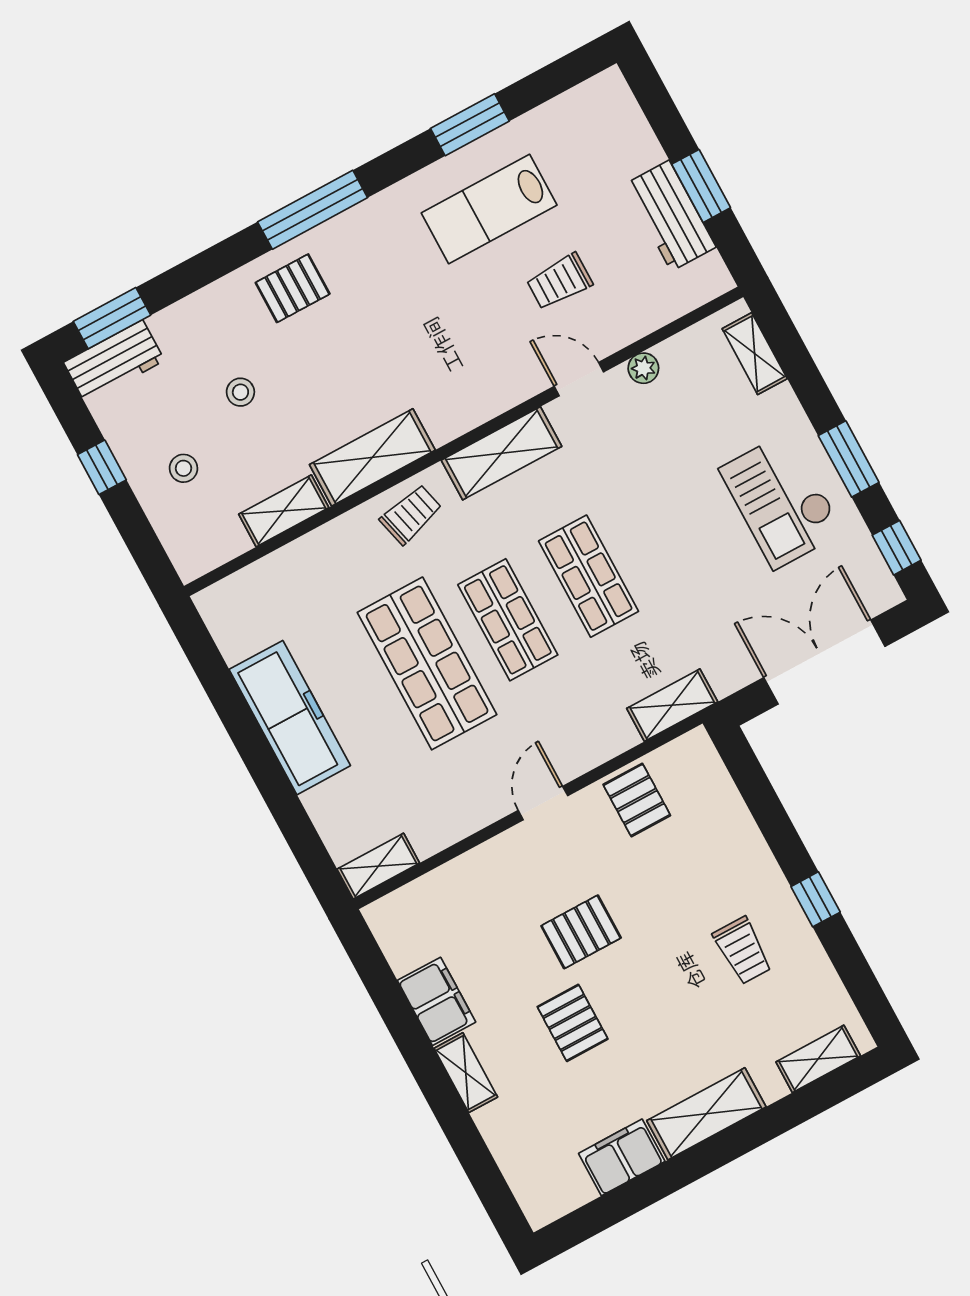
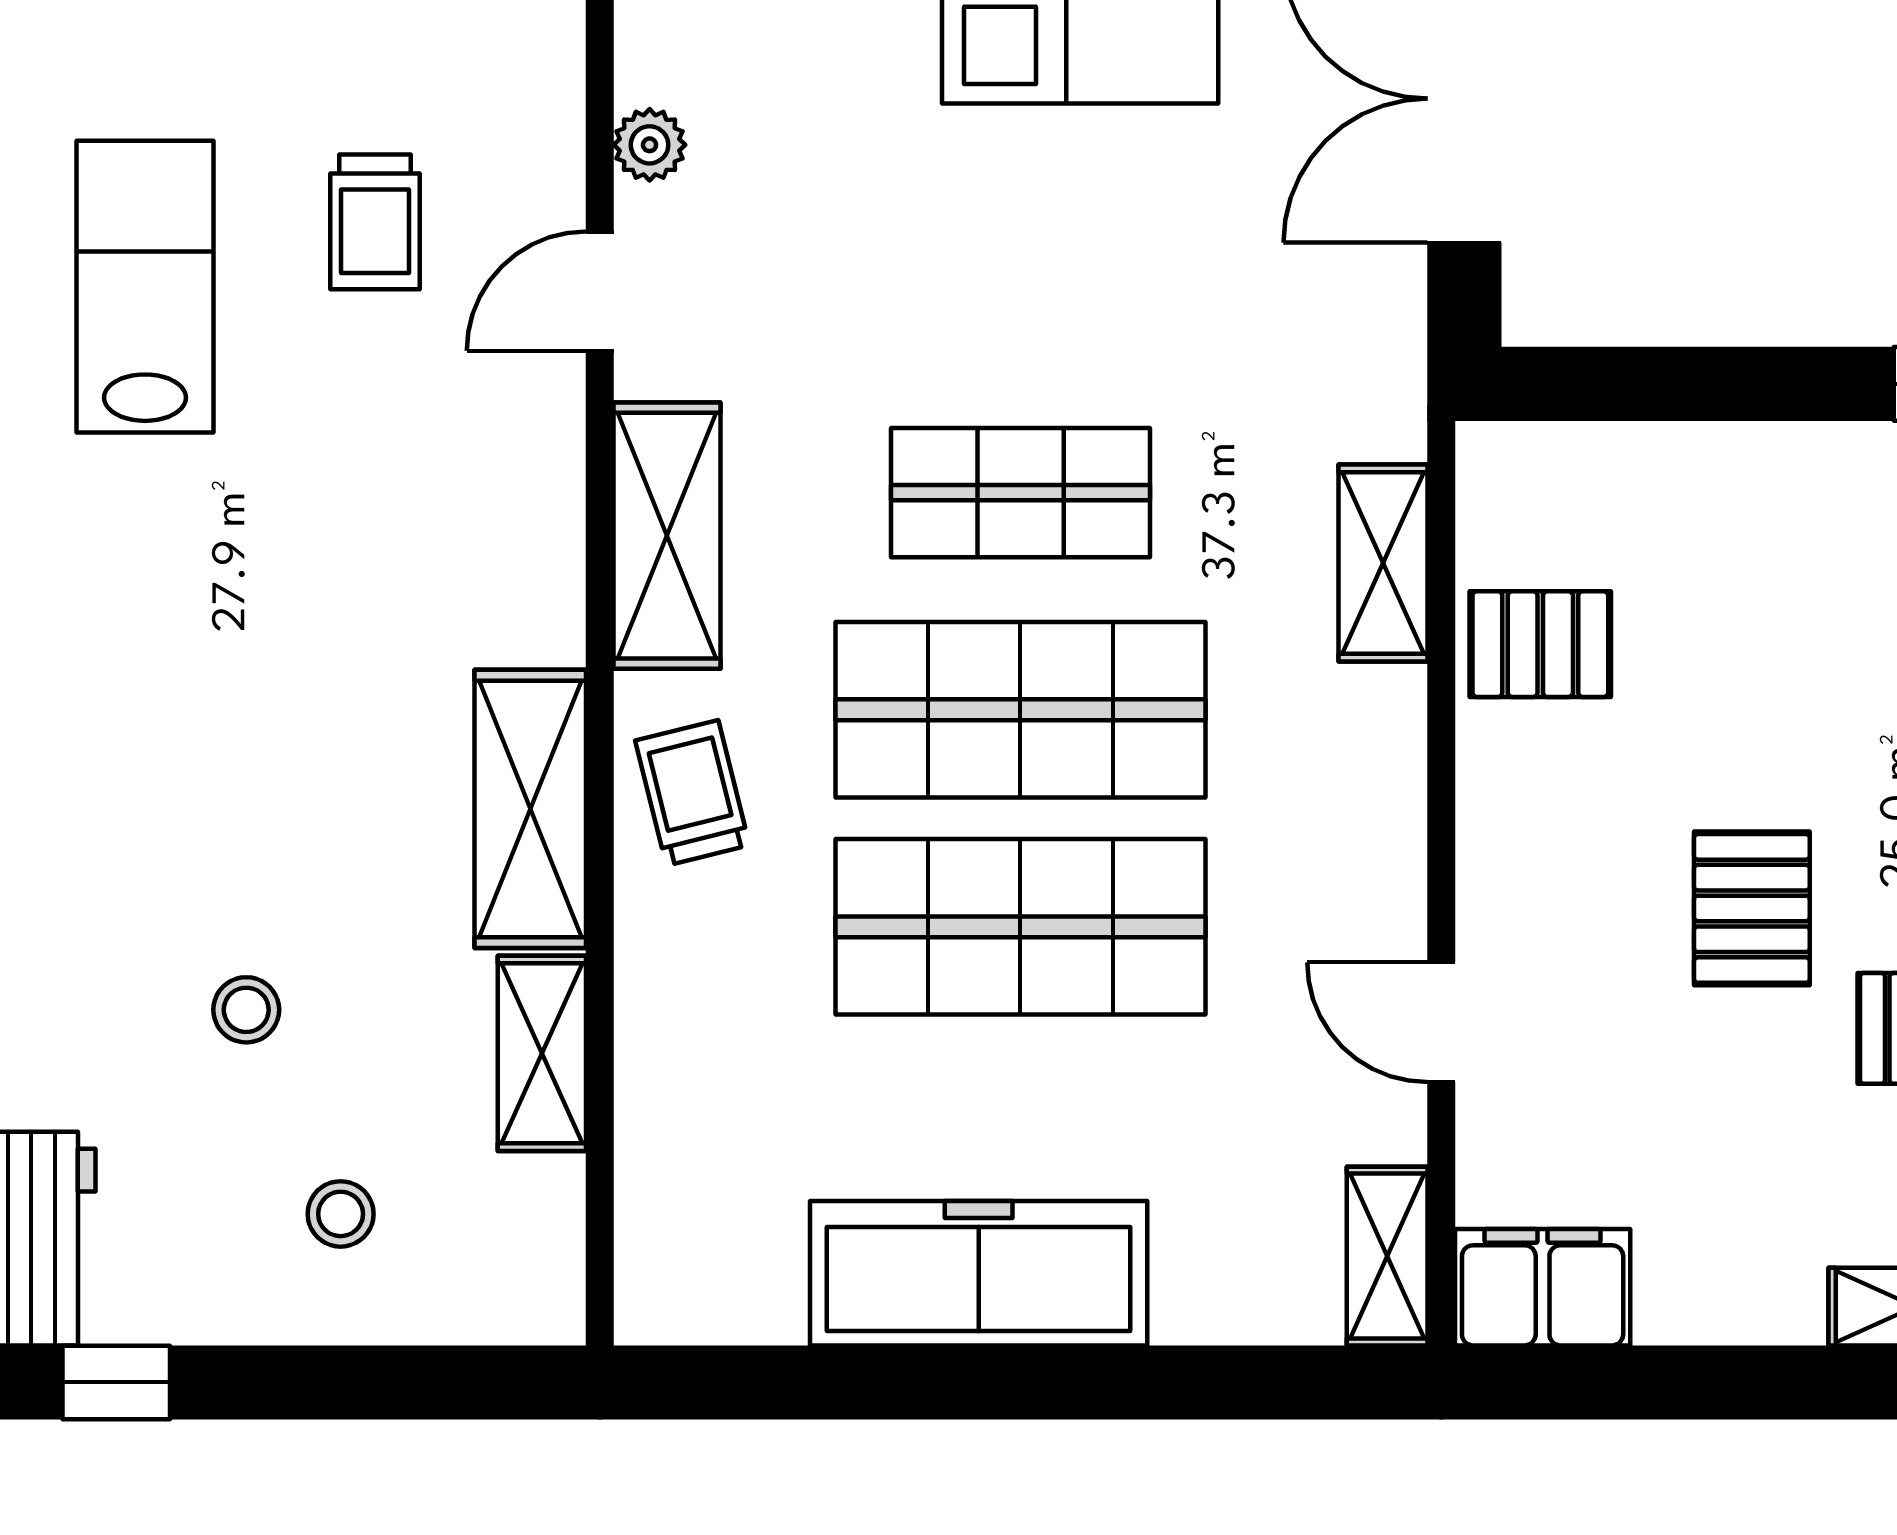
lab bench: (489, 209) -> (145, 287), turned 180
pallet: (293, 288) -> (89, 785), removed
window: (102, 467) -> (116, 1382), moved
shop shelf: (508, 620) -> (1020, 710), width x1.43, depth x1.36
shelving: (672, 705) -> (1383, 563), moved
door: (543, 803) -> (1441, 1022), moved
filing cabinet: (436, 1001) -> (1543, 1287), moved

